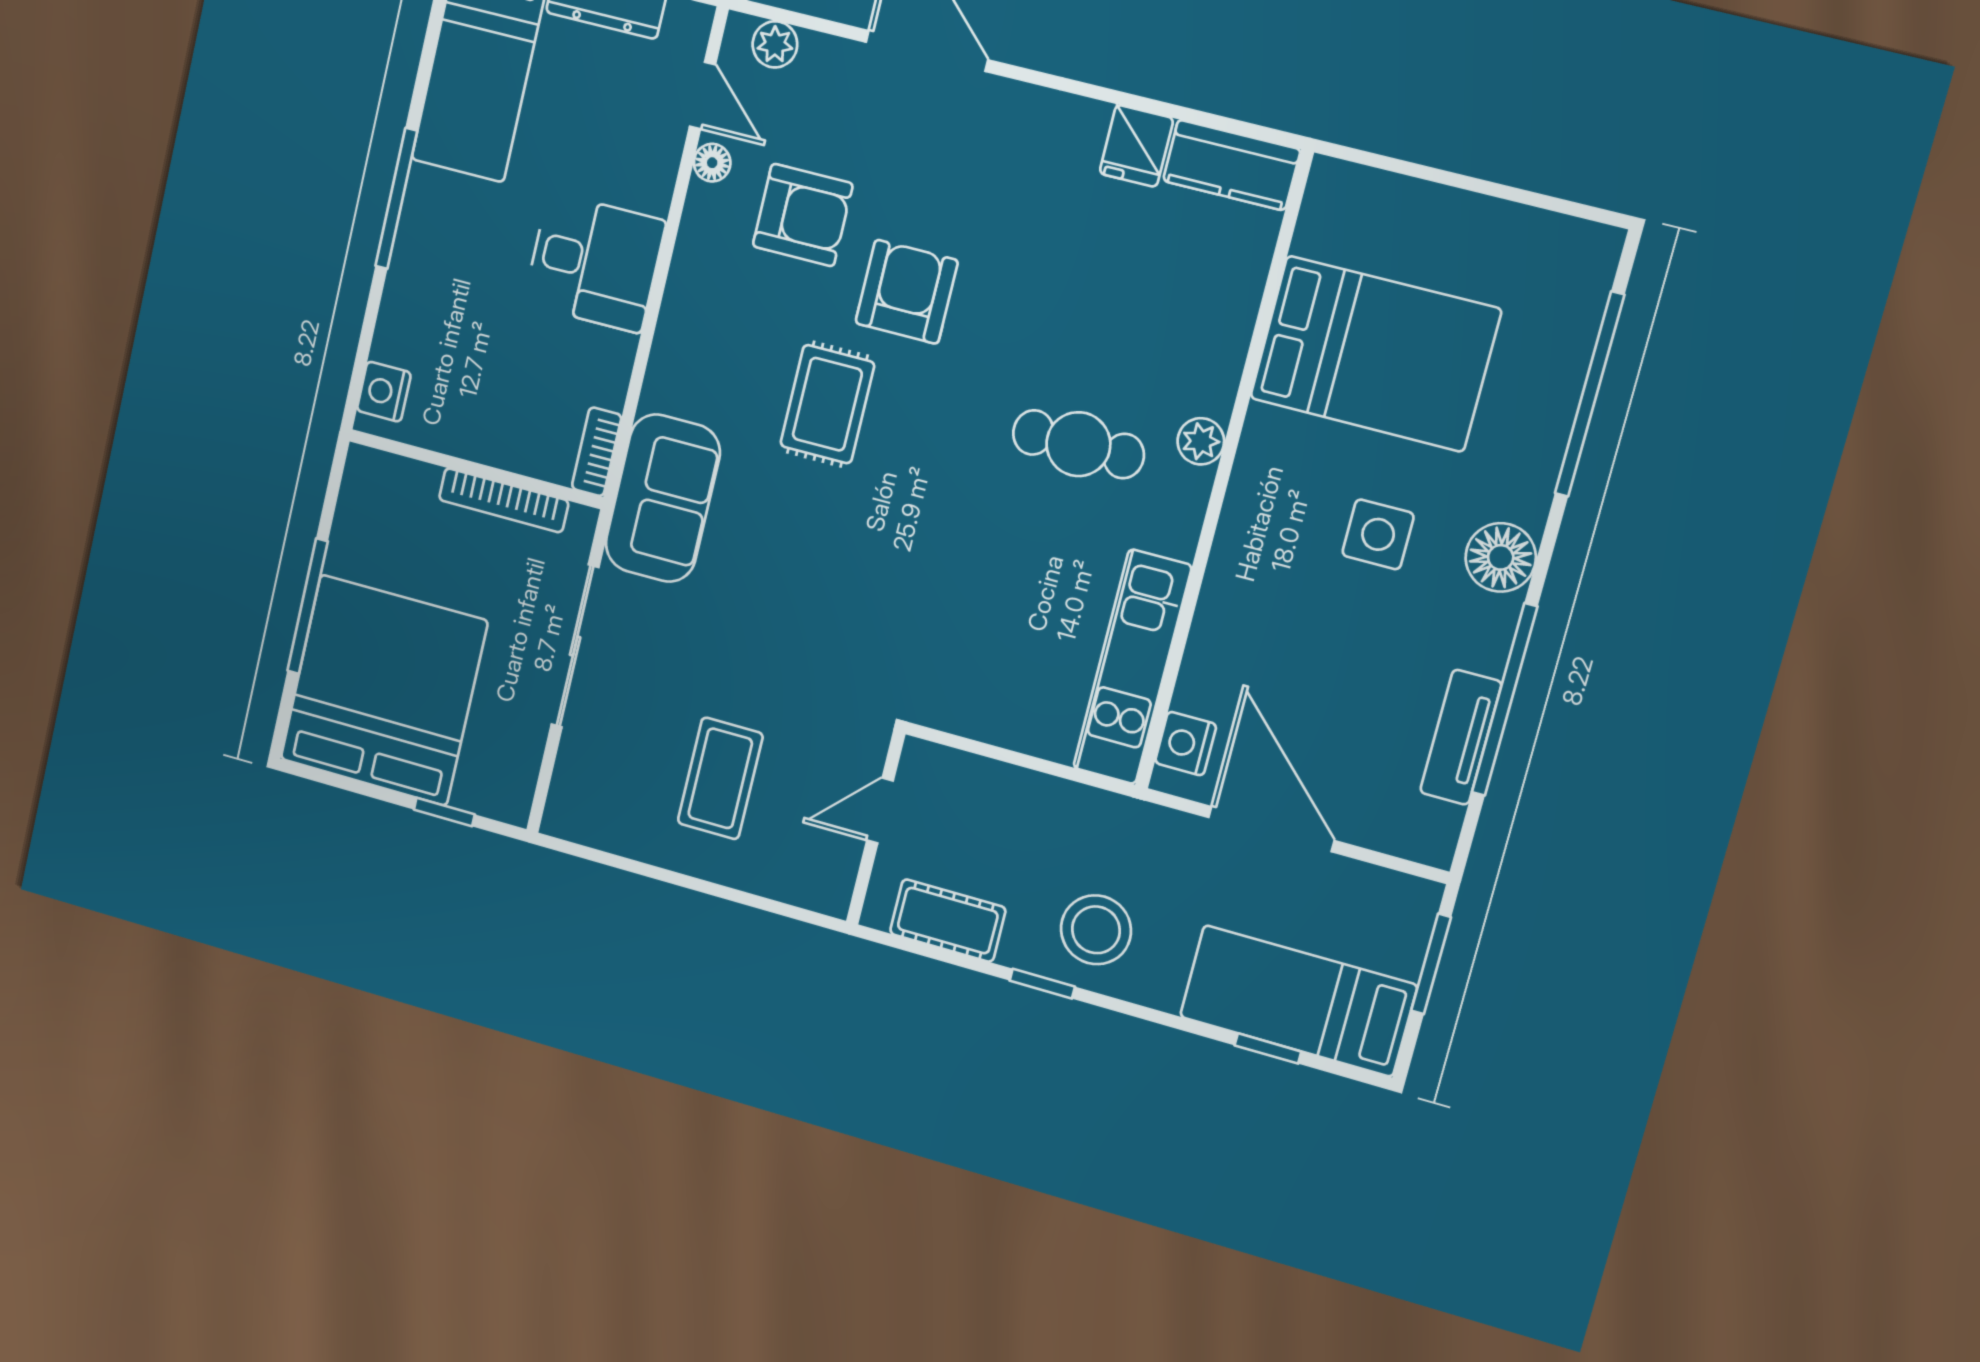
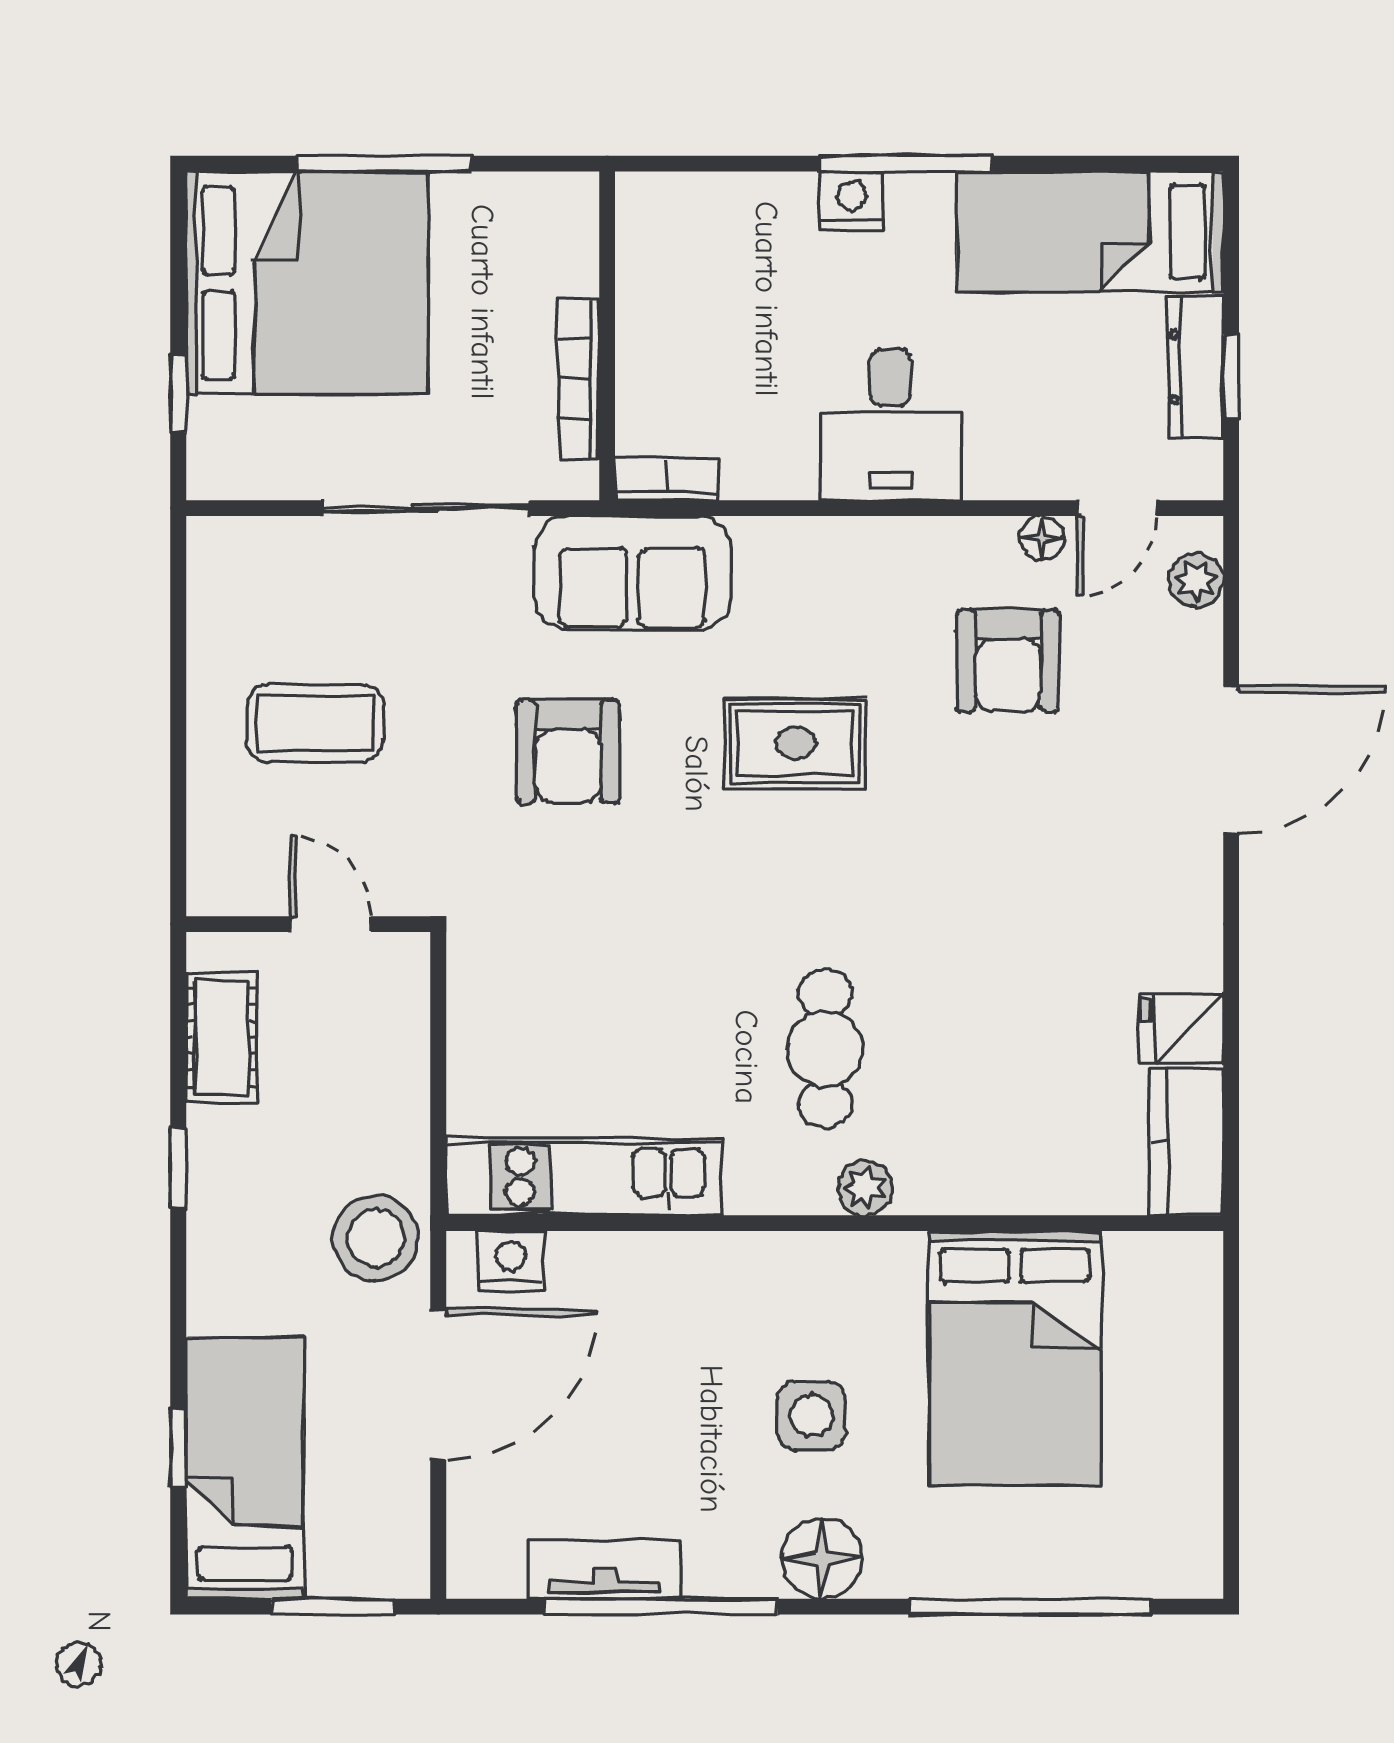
armchair: (907, 292) -> (568, 751), moved, turned 90
nightstand: (384, 392) -> (852, 201), moved
stool: (1096, 930) -> (376, 1238), moved

